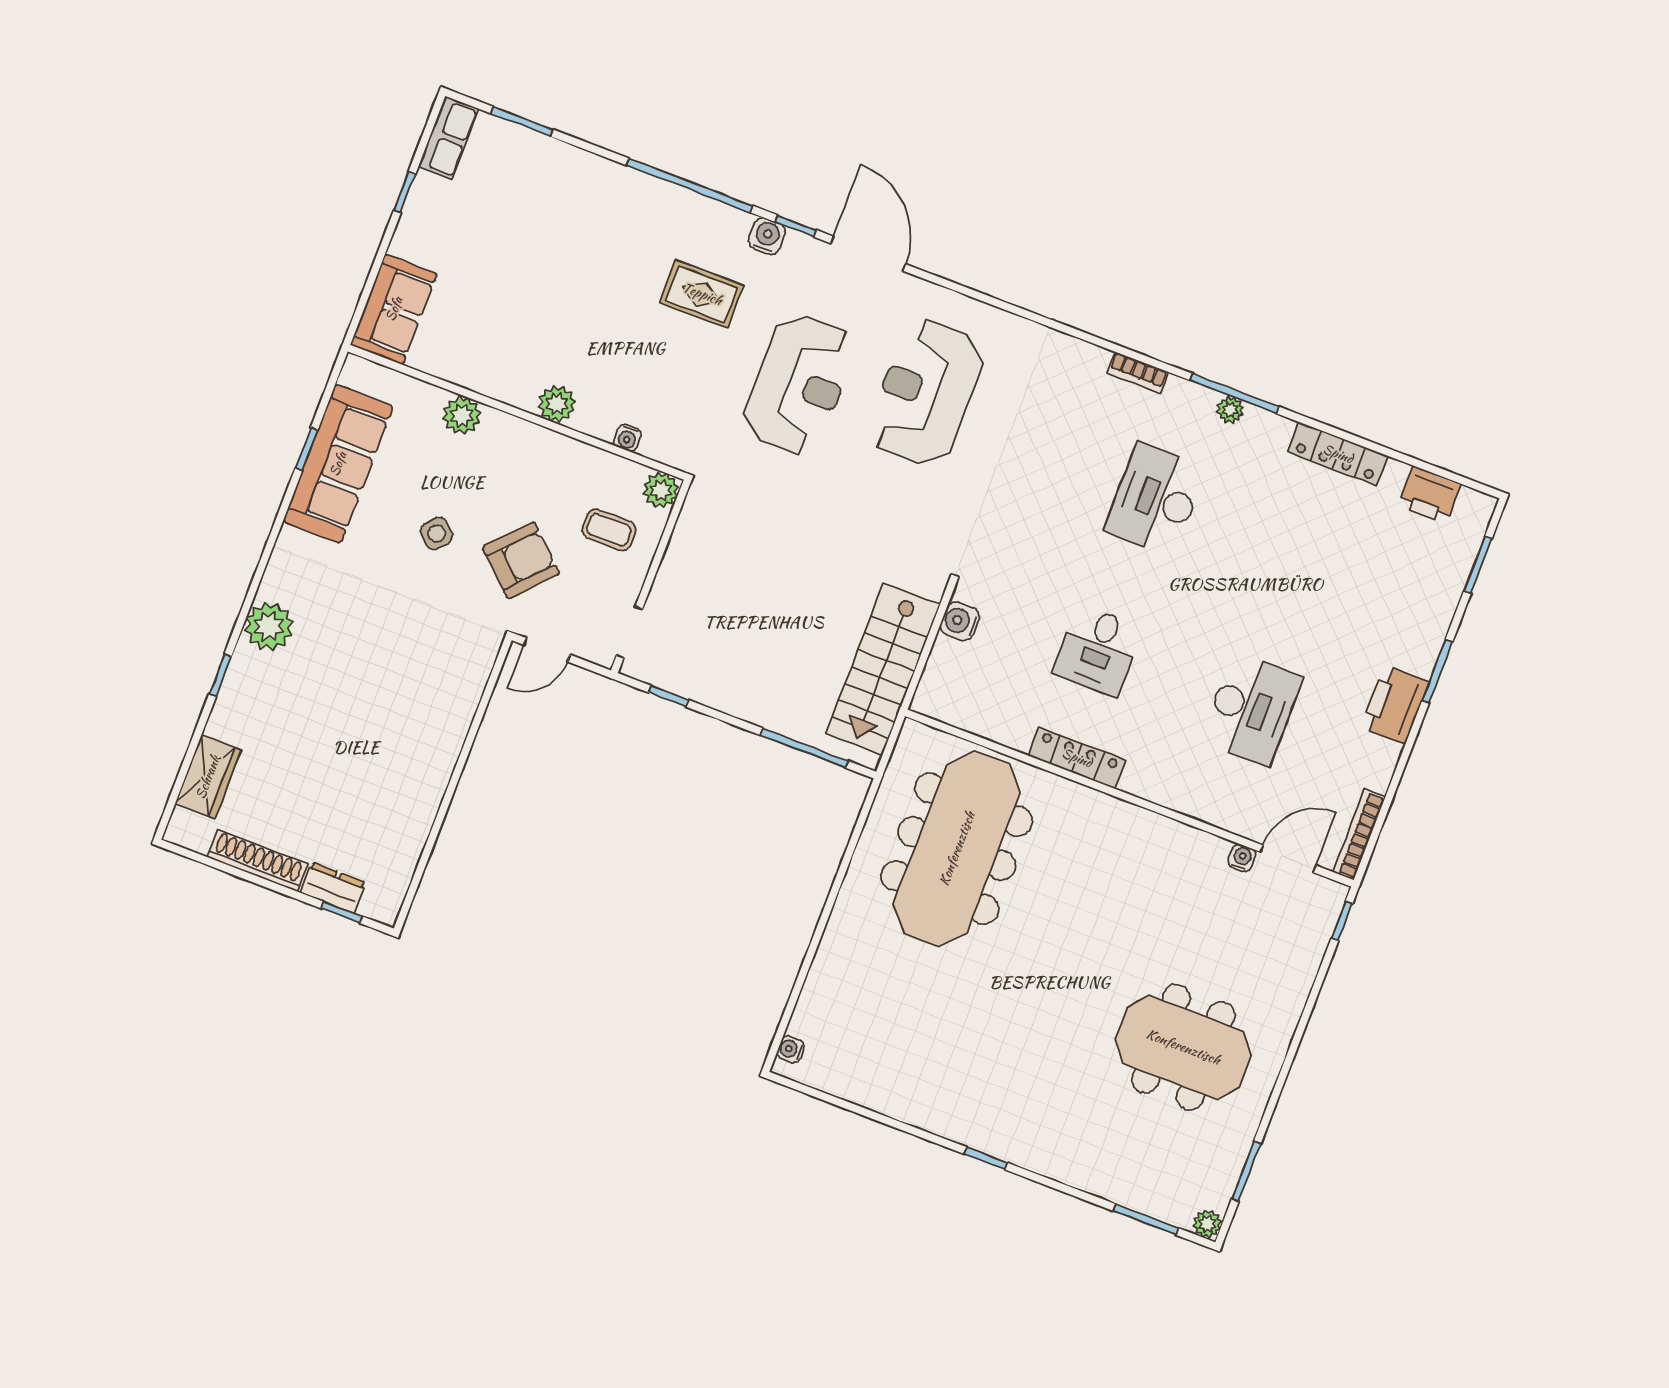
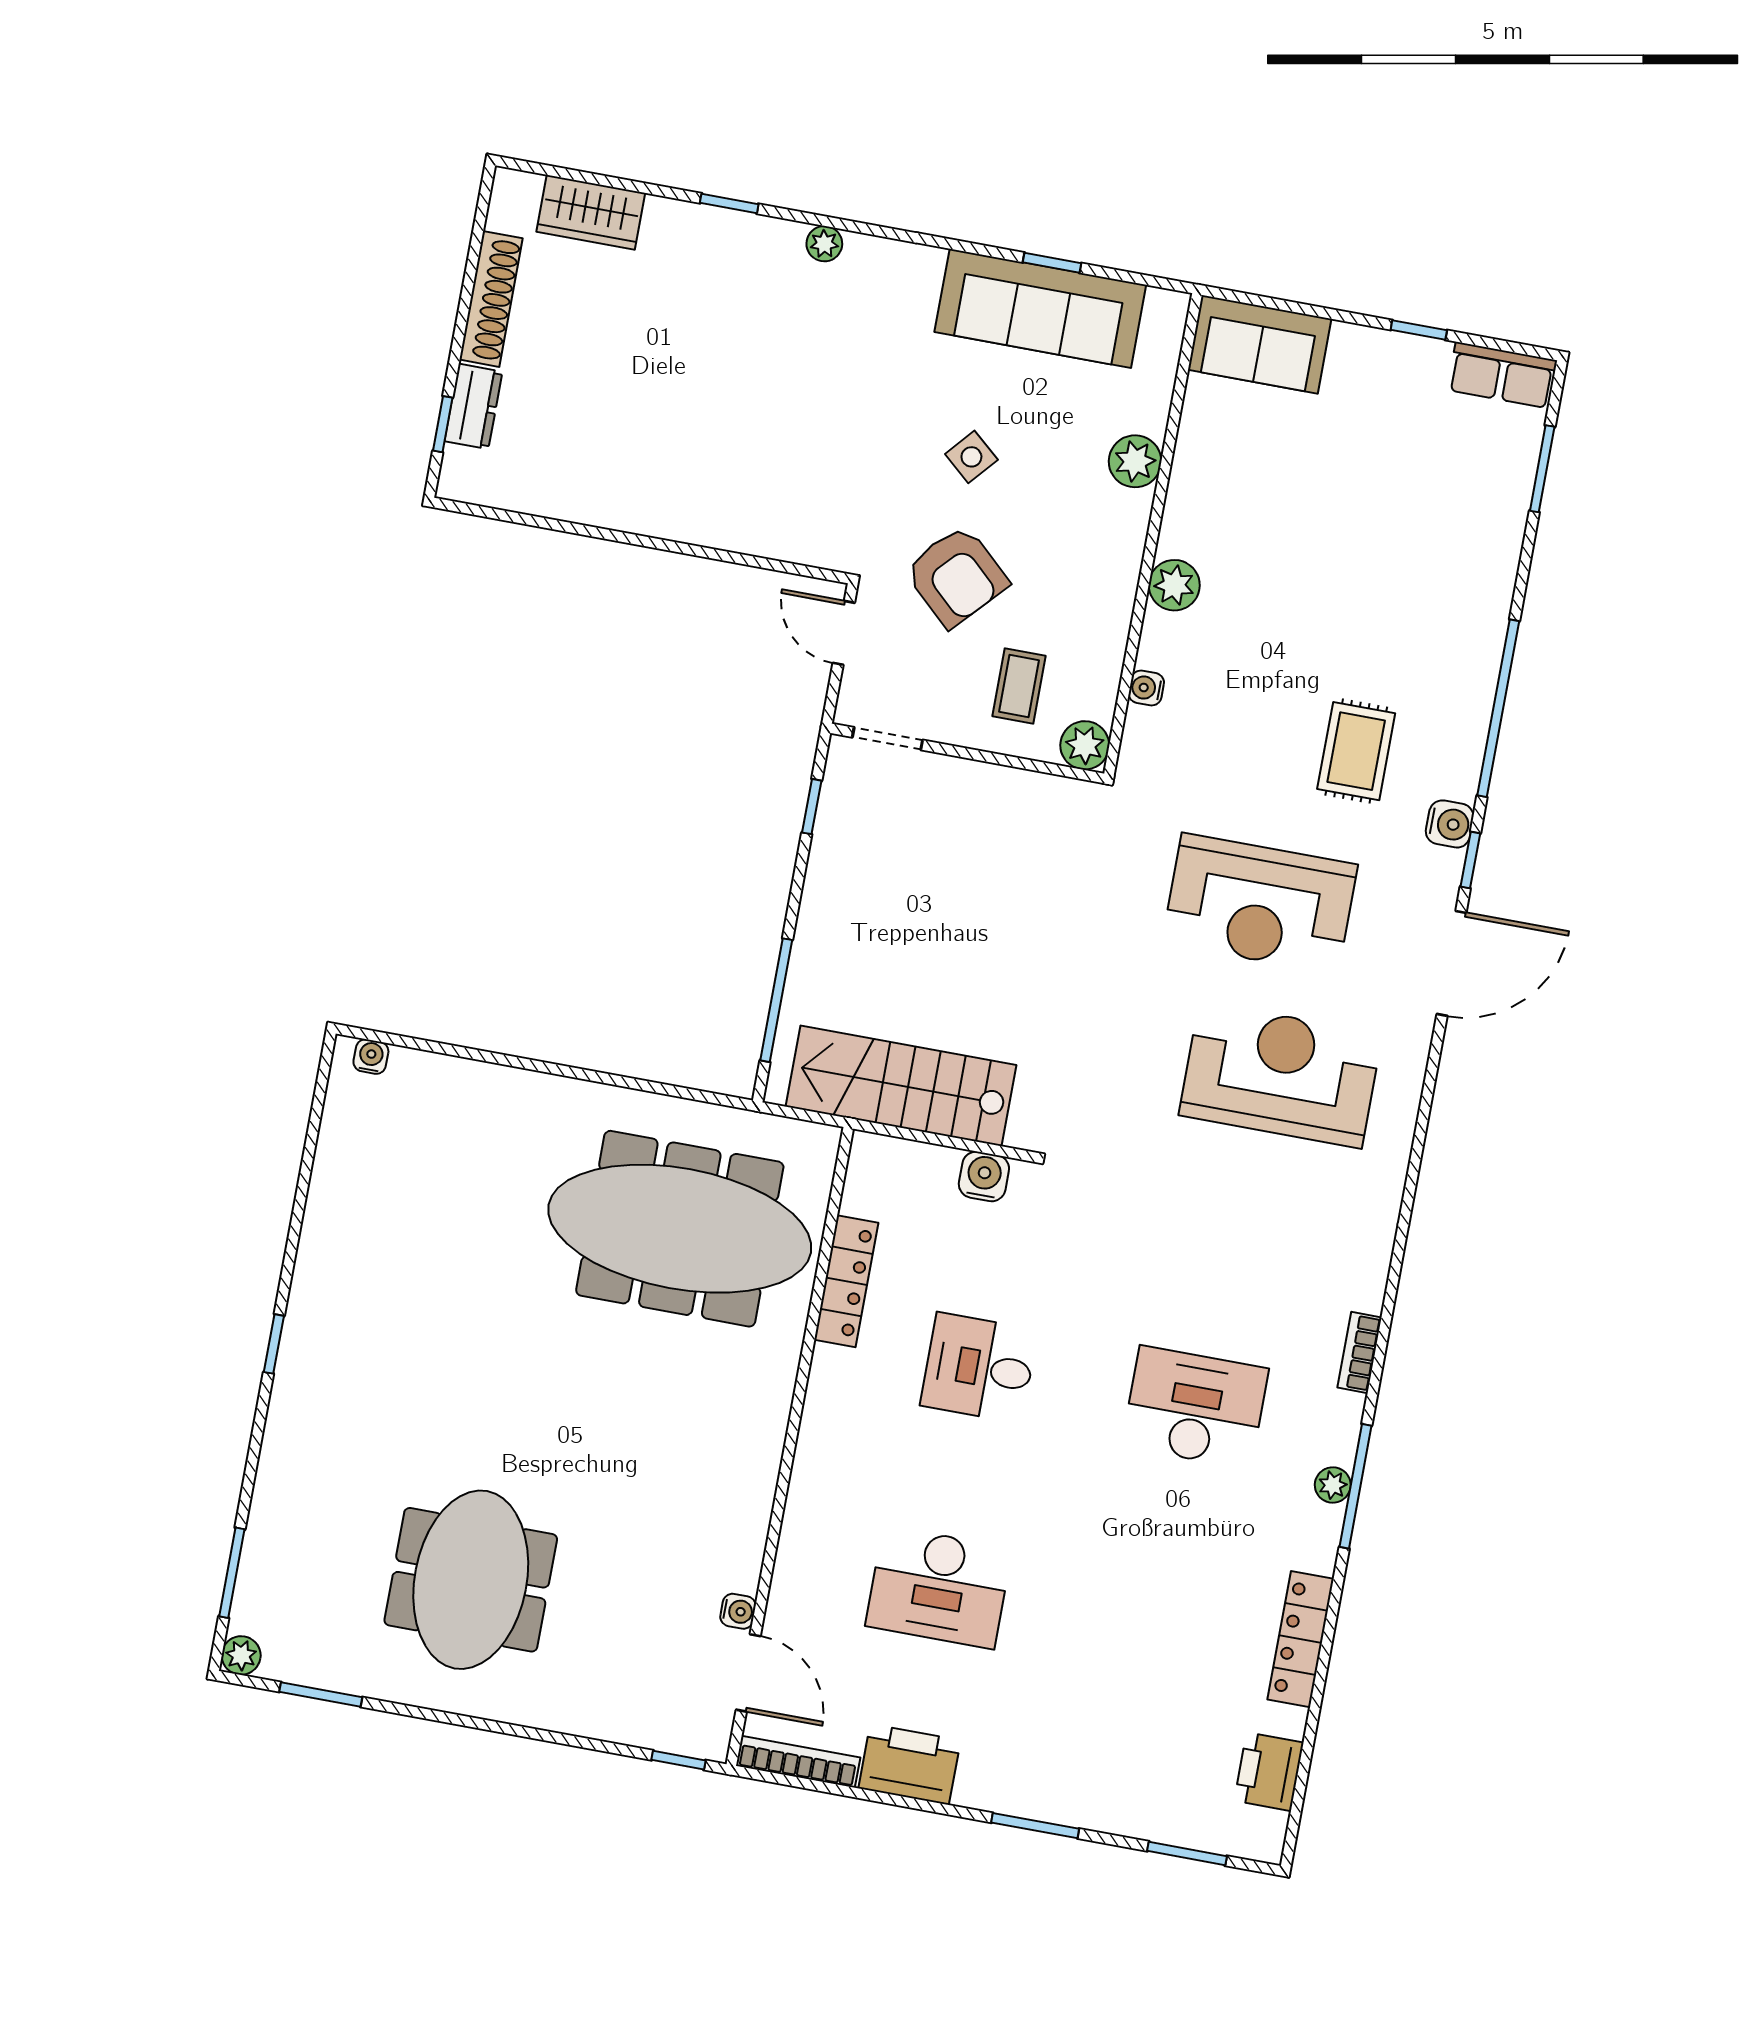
plant: (269, 626) -> (824, 244), width x0.53, depth x0.53
printer: (1395, 705) -> (910, 1764), moved
locker: (1077, 758) -> (846, 1281), moved

